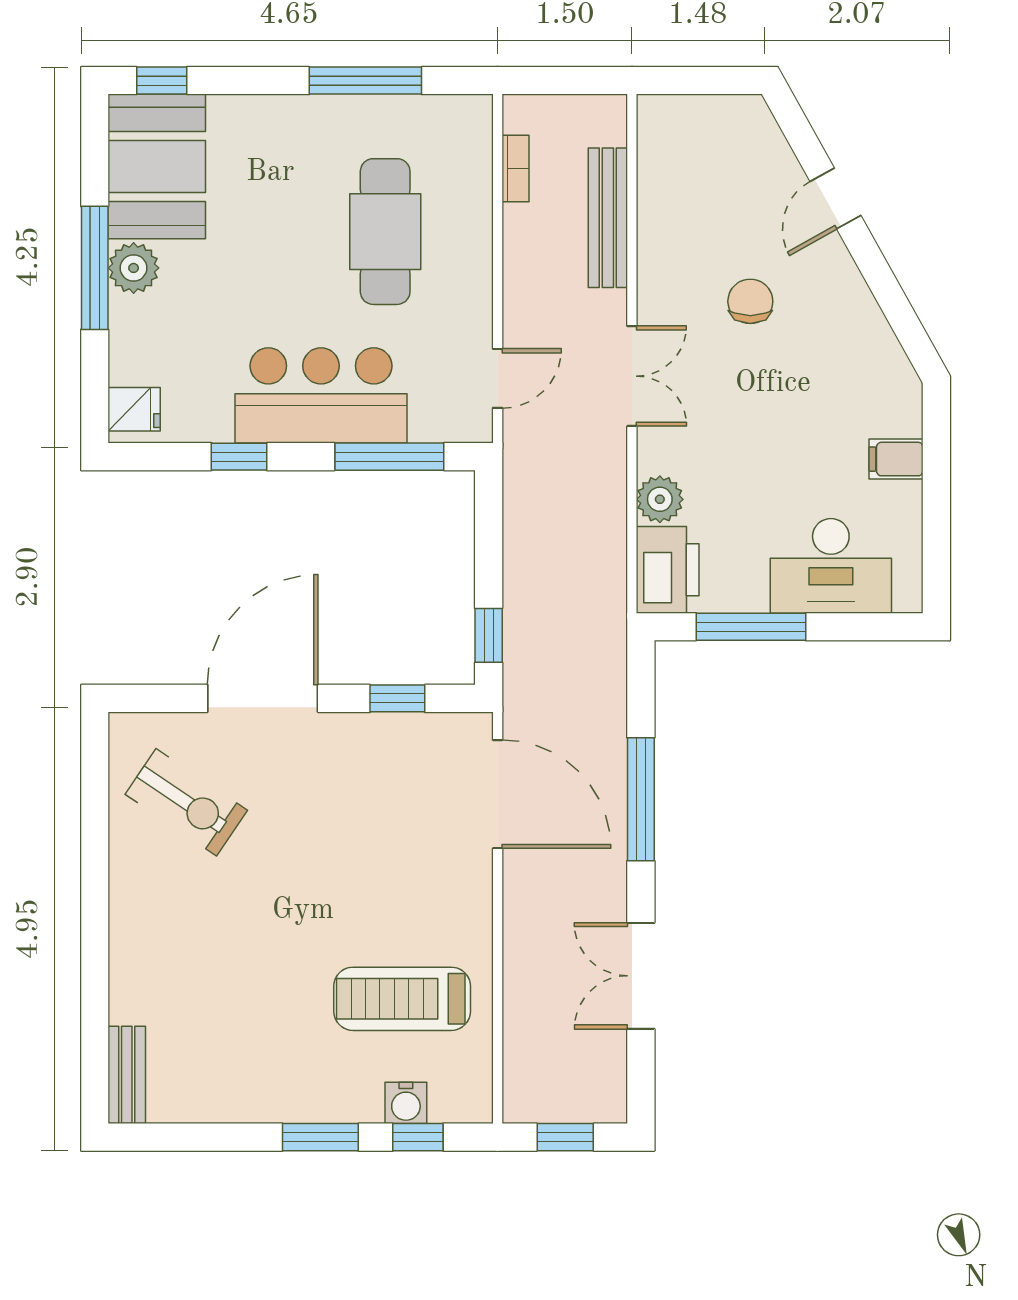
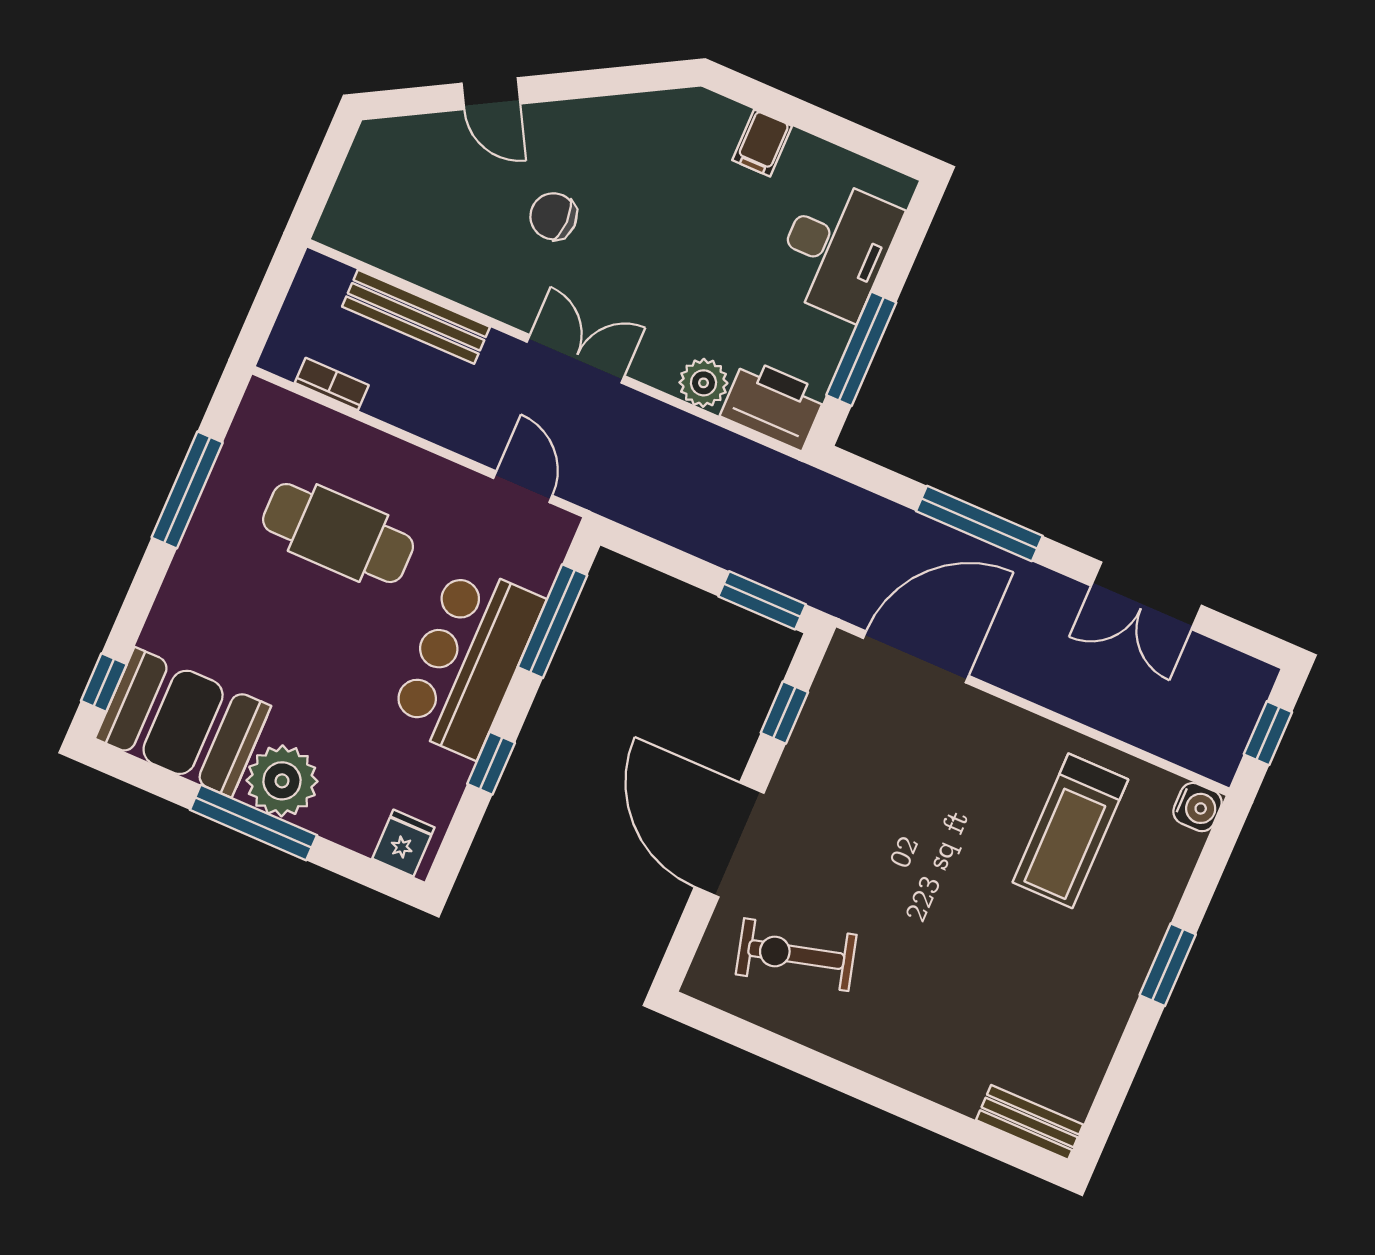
plant: (134, 268) -> (282, 781), width x1.36, depth x1.36
window: (489, 635) -> (762, 600), width x1.50
exercise bike: (186, 802) -> (796, 955), turned -139
water cooler: (406, 1103) -> (1198, 807), moved
window: (418, 1137) -> (1208, 873), removed

